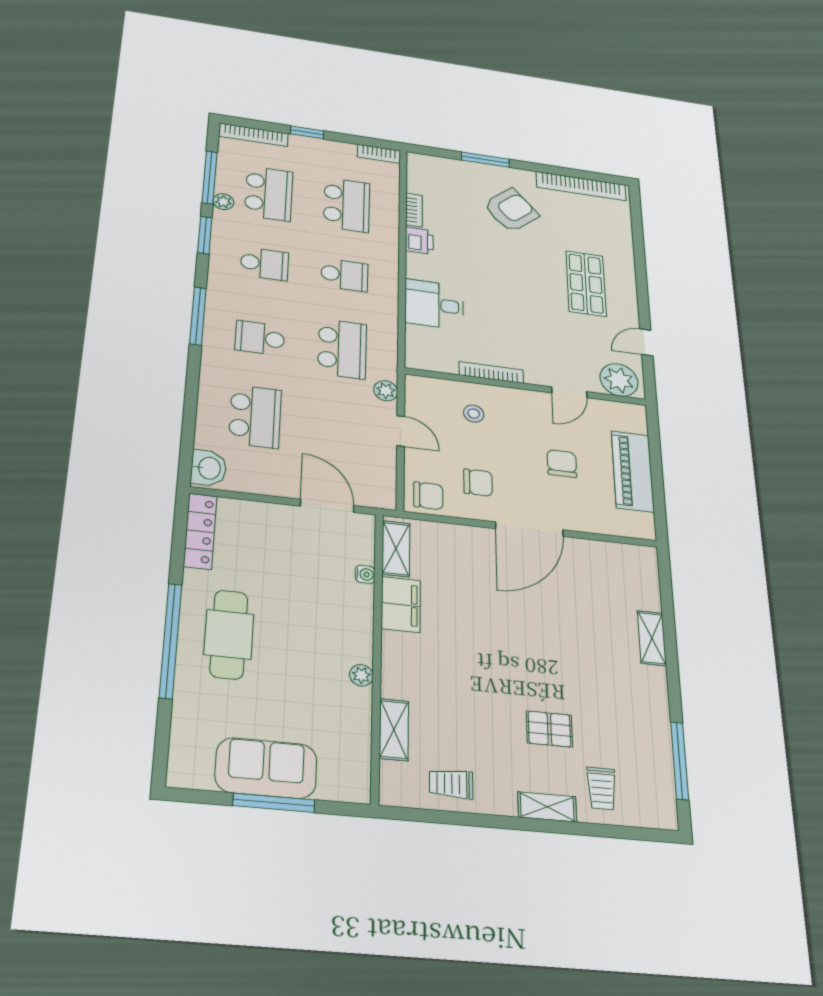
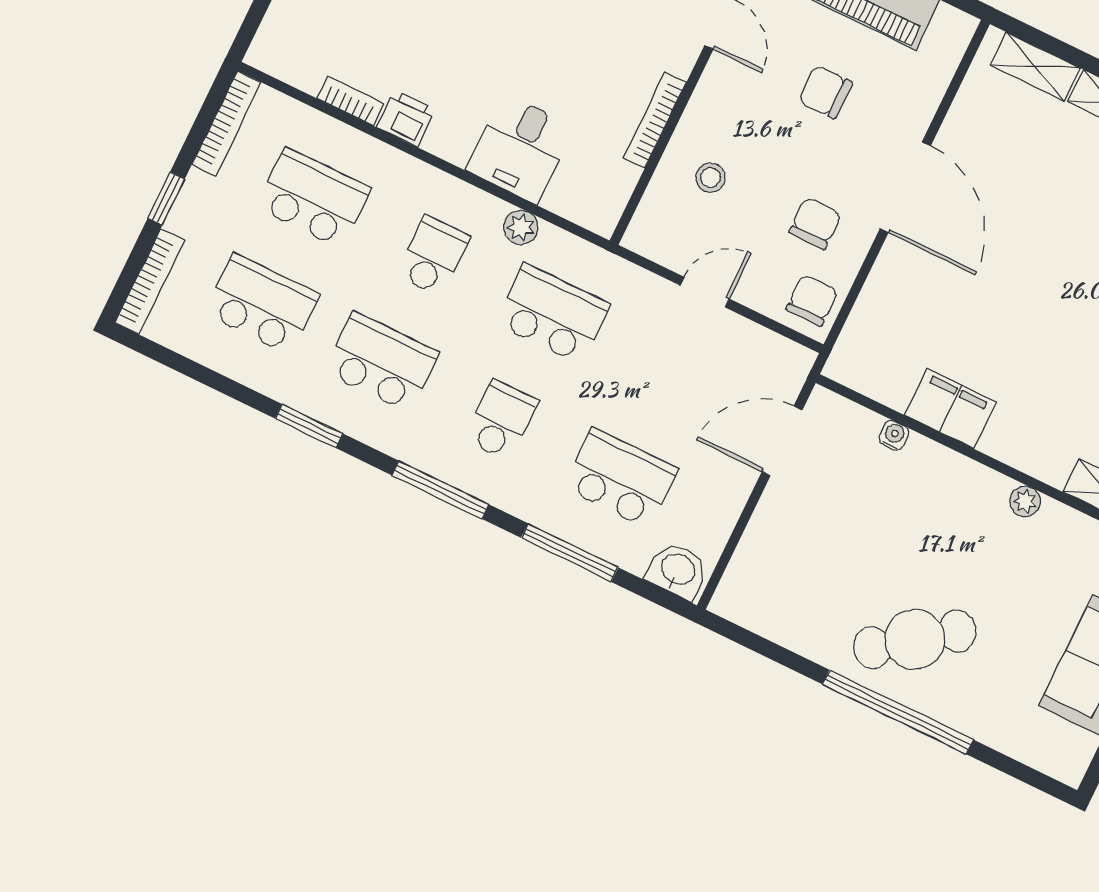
bookcase: (379, 154) -> (226, 123), width x1.56
window: (210, 177) -> (570, 553), moved
plant: (223, 202) -> (258, 376), removed
school desk: (264, 264) -> (381, 362), width x1.85
school desk: (260, 338) -> (501, 420), turned 180
plant: (386, 391) -> (521, 227), moved
locker: (200, 531) -> (764, 617), removed
shelving: (396, 549) -> (1035, 67), moved
cafe table: (229, 634) -> (915, 639), turned -37

